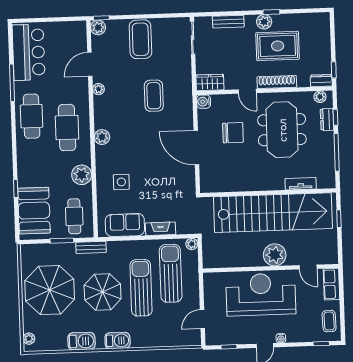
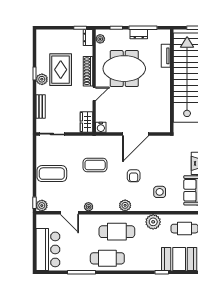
bar counter: (29, 52) -> (48, 249), moved, turned 90
dresser: (327, 119) -> (139, 34), moved
chair: (233, 133) -> (125, 106), removed
armchair: (141, 147) -> (134, 176), added

